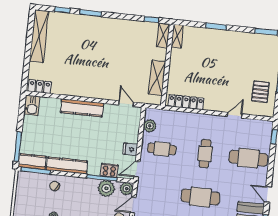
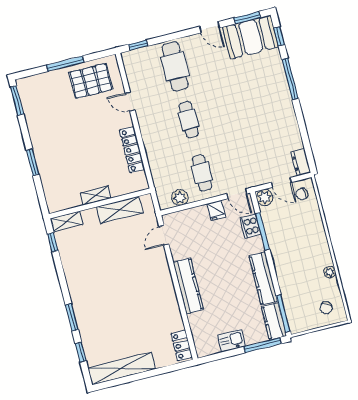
shelving: (177, 36) -> (96, 196), moved
pallet: (260, 92) -> (91, 81), width x1.50, depth x1.42
locker: (186, 102) -> (132, 150), moved
kitchen sink: (32, 105) -> (231, 341), moved
cafe table: (205, 154) -> (189, 120), turned 90
chair: (55, 186) -> (326, 308), moved
plant: (106, 188) -> (273, 222), removed
door: (268, 194) -> (210, 27), hinge flipped
cafe table: (200, 197) -> (242, 106), removed

